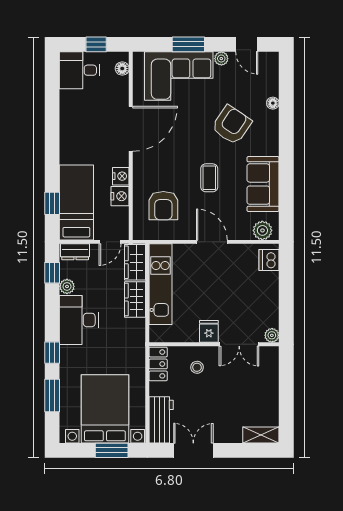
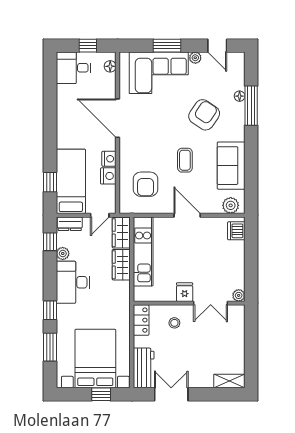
window: (286, 114) -> (251, 106), added
door: (131, 129) -> (118, 118), swing flipped
window: (112, 450) -> (101, 394), width x0.67

